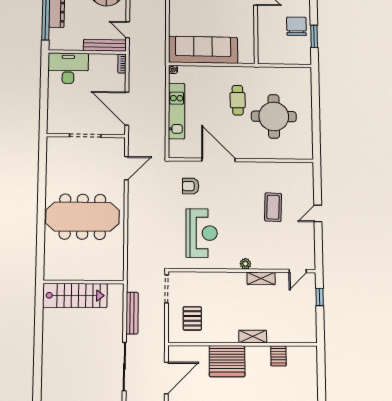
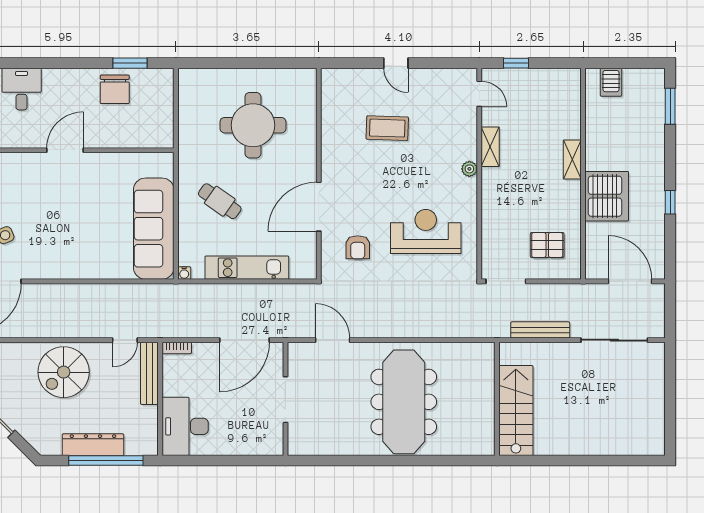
chair: (296, 26) -> (115, 89), turned -90
cafe table: (238, 100) -> (220, 201), moved, turned 36
server rack: (278, 356) -> (611, 82), moved, turned 90

